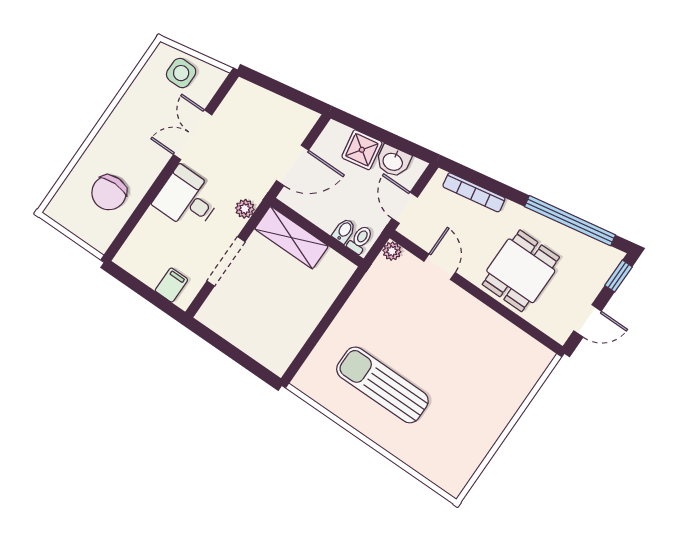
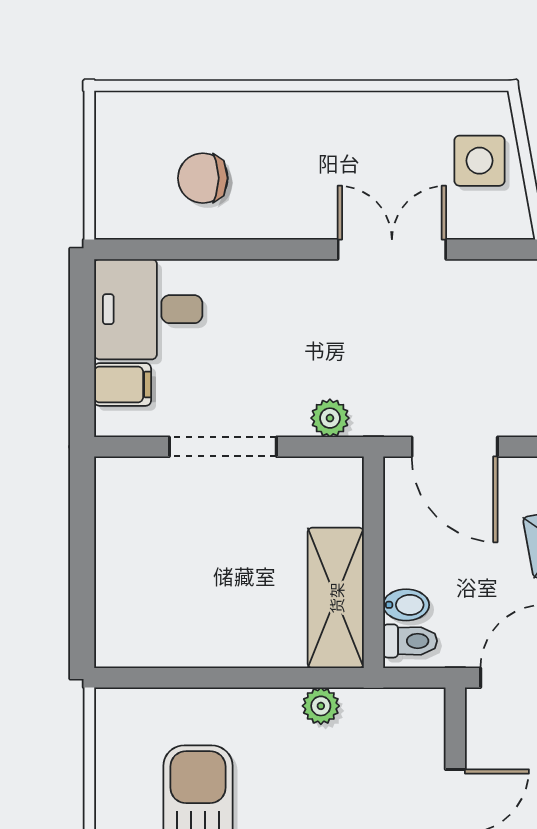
chair: (109, 193) -> (203, 178), width x0.73, depth x0.73
desk: (187, 199) -> (148, 309), moved, turned -90
shelving: (291, 238) -> (336, 598), moved
plant: (392, 251) -> (321, 706), moved

